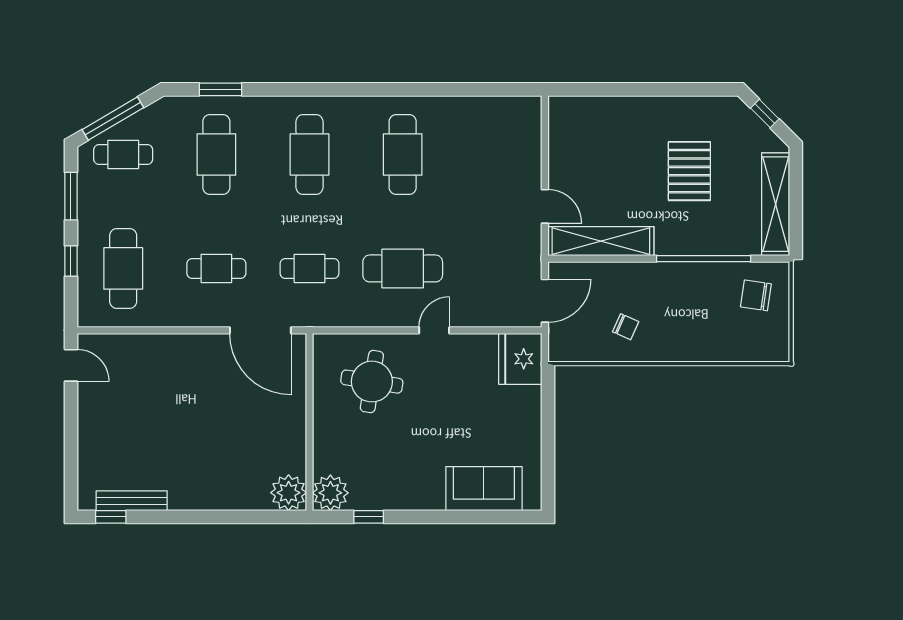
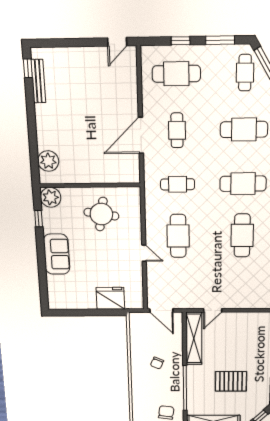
cafe table: (403, 154) -> (242, 235), turned 90
cafe table: (309, 268) -> (178, 184), turned 90
chair: (626, 327) -> (157, 363), moved
door: (260, 330) -> (141, 135), moved
fridge: (520, 359) -> (110, 298), moved
round table: (372, 382) -> (101, 214), moved
sofa: (484, 489) -> (57, 254), moved
plant: (289, 493) -> (48, 161), moved

